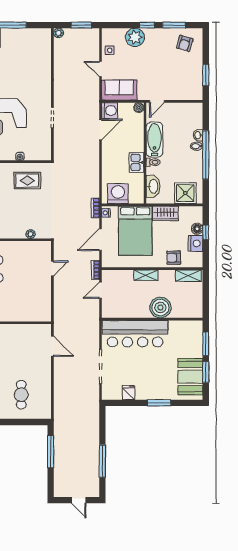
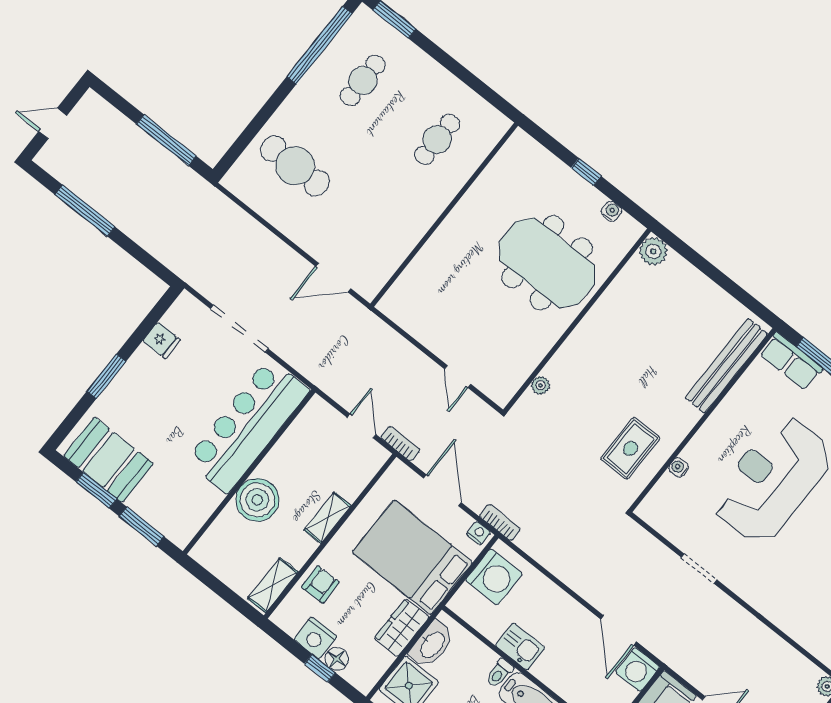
washbasin: (153, 186) -> (432, 644), moved, turned -90
cafe table: (21, 395) -> (295, 166), width x1.37, depth x1.35

